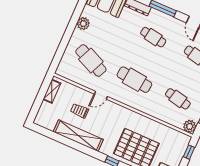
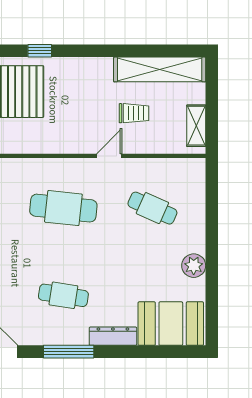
cafe table: (91, 60) -> (152, 208), width x0.73, depth x0.74
shelving: (78, 136) -> (160, 69), moved

